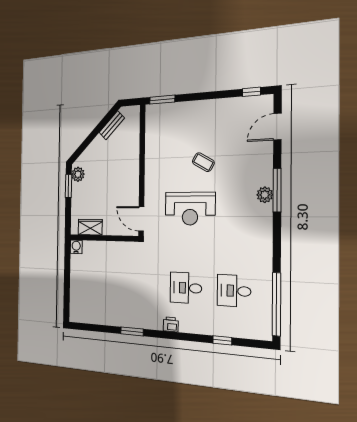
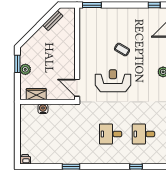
plant: (78, 174) -> (25, 69), moved
reception desk: (190, 209) -> (113, 81), turned 180
water cooler: (76, 247) -> (43, 109), moved
printer: (171, 324) -> (25, 159), moved

